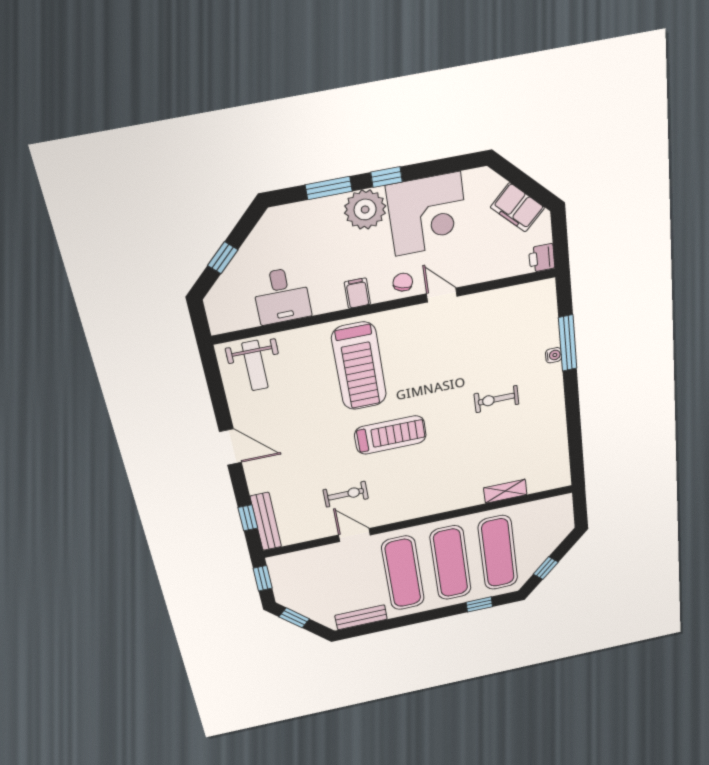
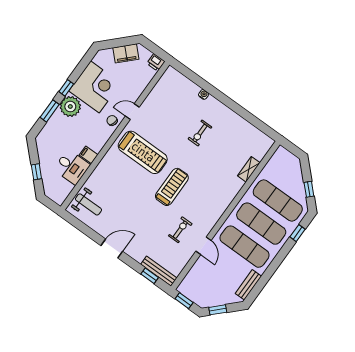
filing cabinet: (357, 293) -> (89, 155), moved
window: (568, 343) -> (204, 85), removed
treadmill: (359, 366) -> (143, 152), moved
door: (355, 535) -> (203, 246), swing flipped

